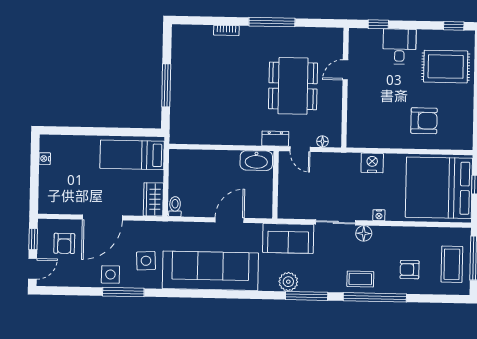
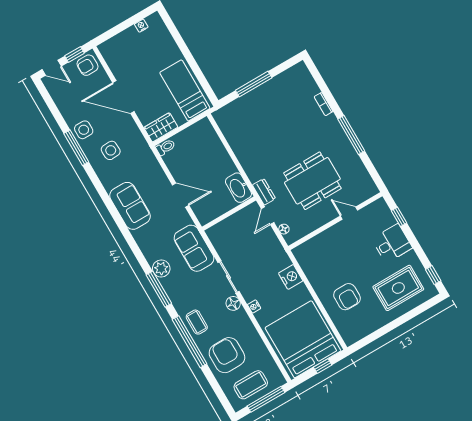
rug: (446, 67) -> (398, 288), turned 90
armchair: (64, 243) -> (87, 65), moved
armchair: (410, 270) -> (227, 355), width x1.88, depth x1.88
sofa: (210, 271) -> (130, 206), width x0.54, depth x0.79

